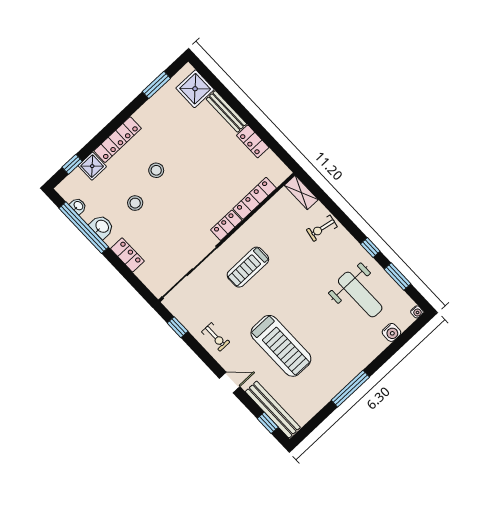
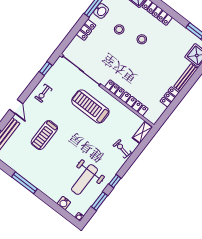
treadmill: (248, 267) -> (90, 106), width x1.37, depth x1.38
treadmill: (281, 346) -> (44, 135), width x0.73, depth x0.73

